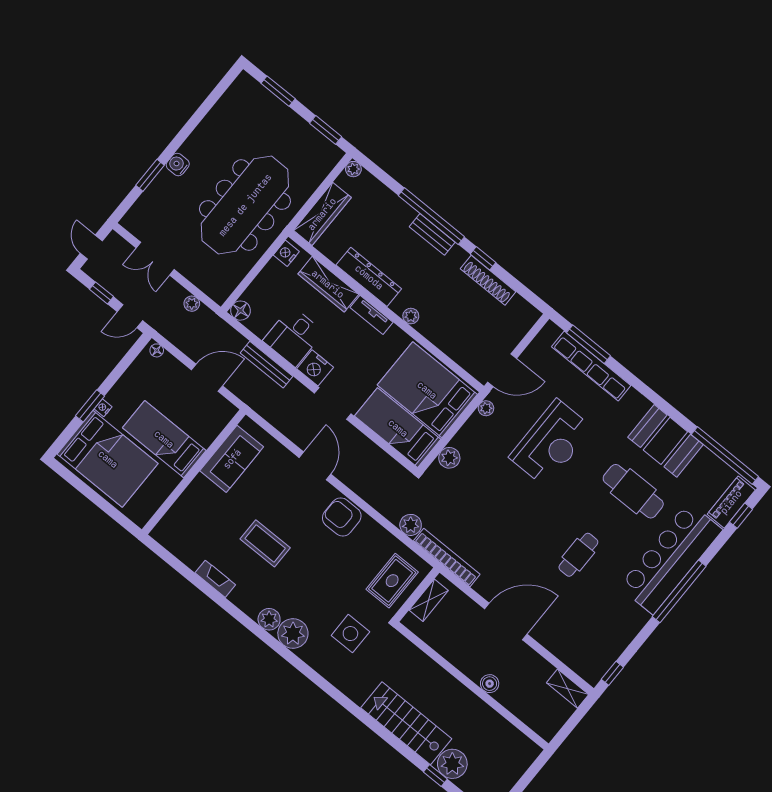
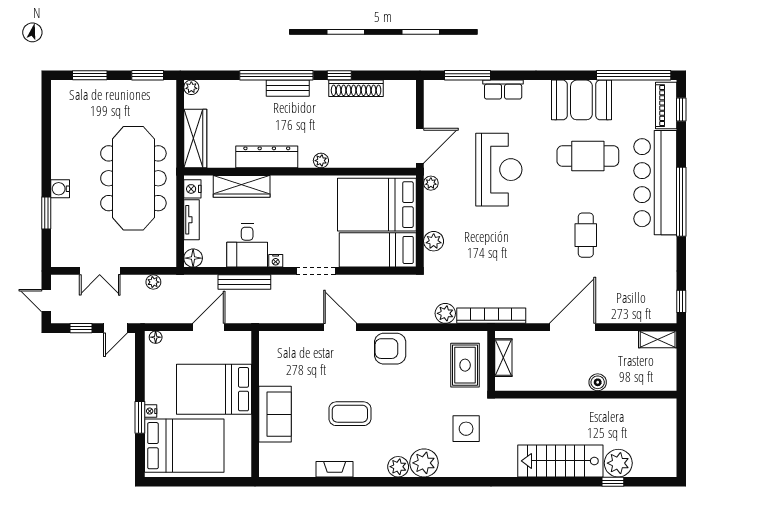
tv unit: (371, 315) -> (192, 220), moved, turned -90
row of seats: (591, 366) -> (503, 90), width x0.50
nightstand: (315, 368) -> (276, 261), width x0.53, depth x0.56
bed: (164, 439) -> (214, 389), width x1.50
sofa: (232, 459) -> (275, 414), moved

